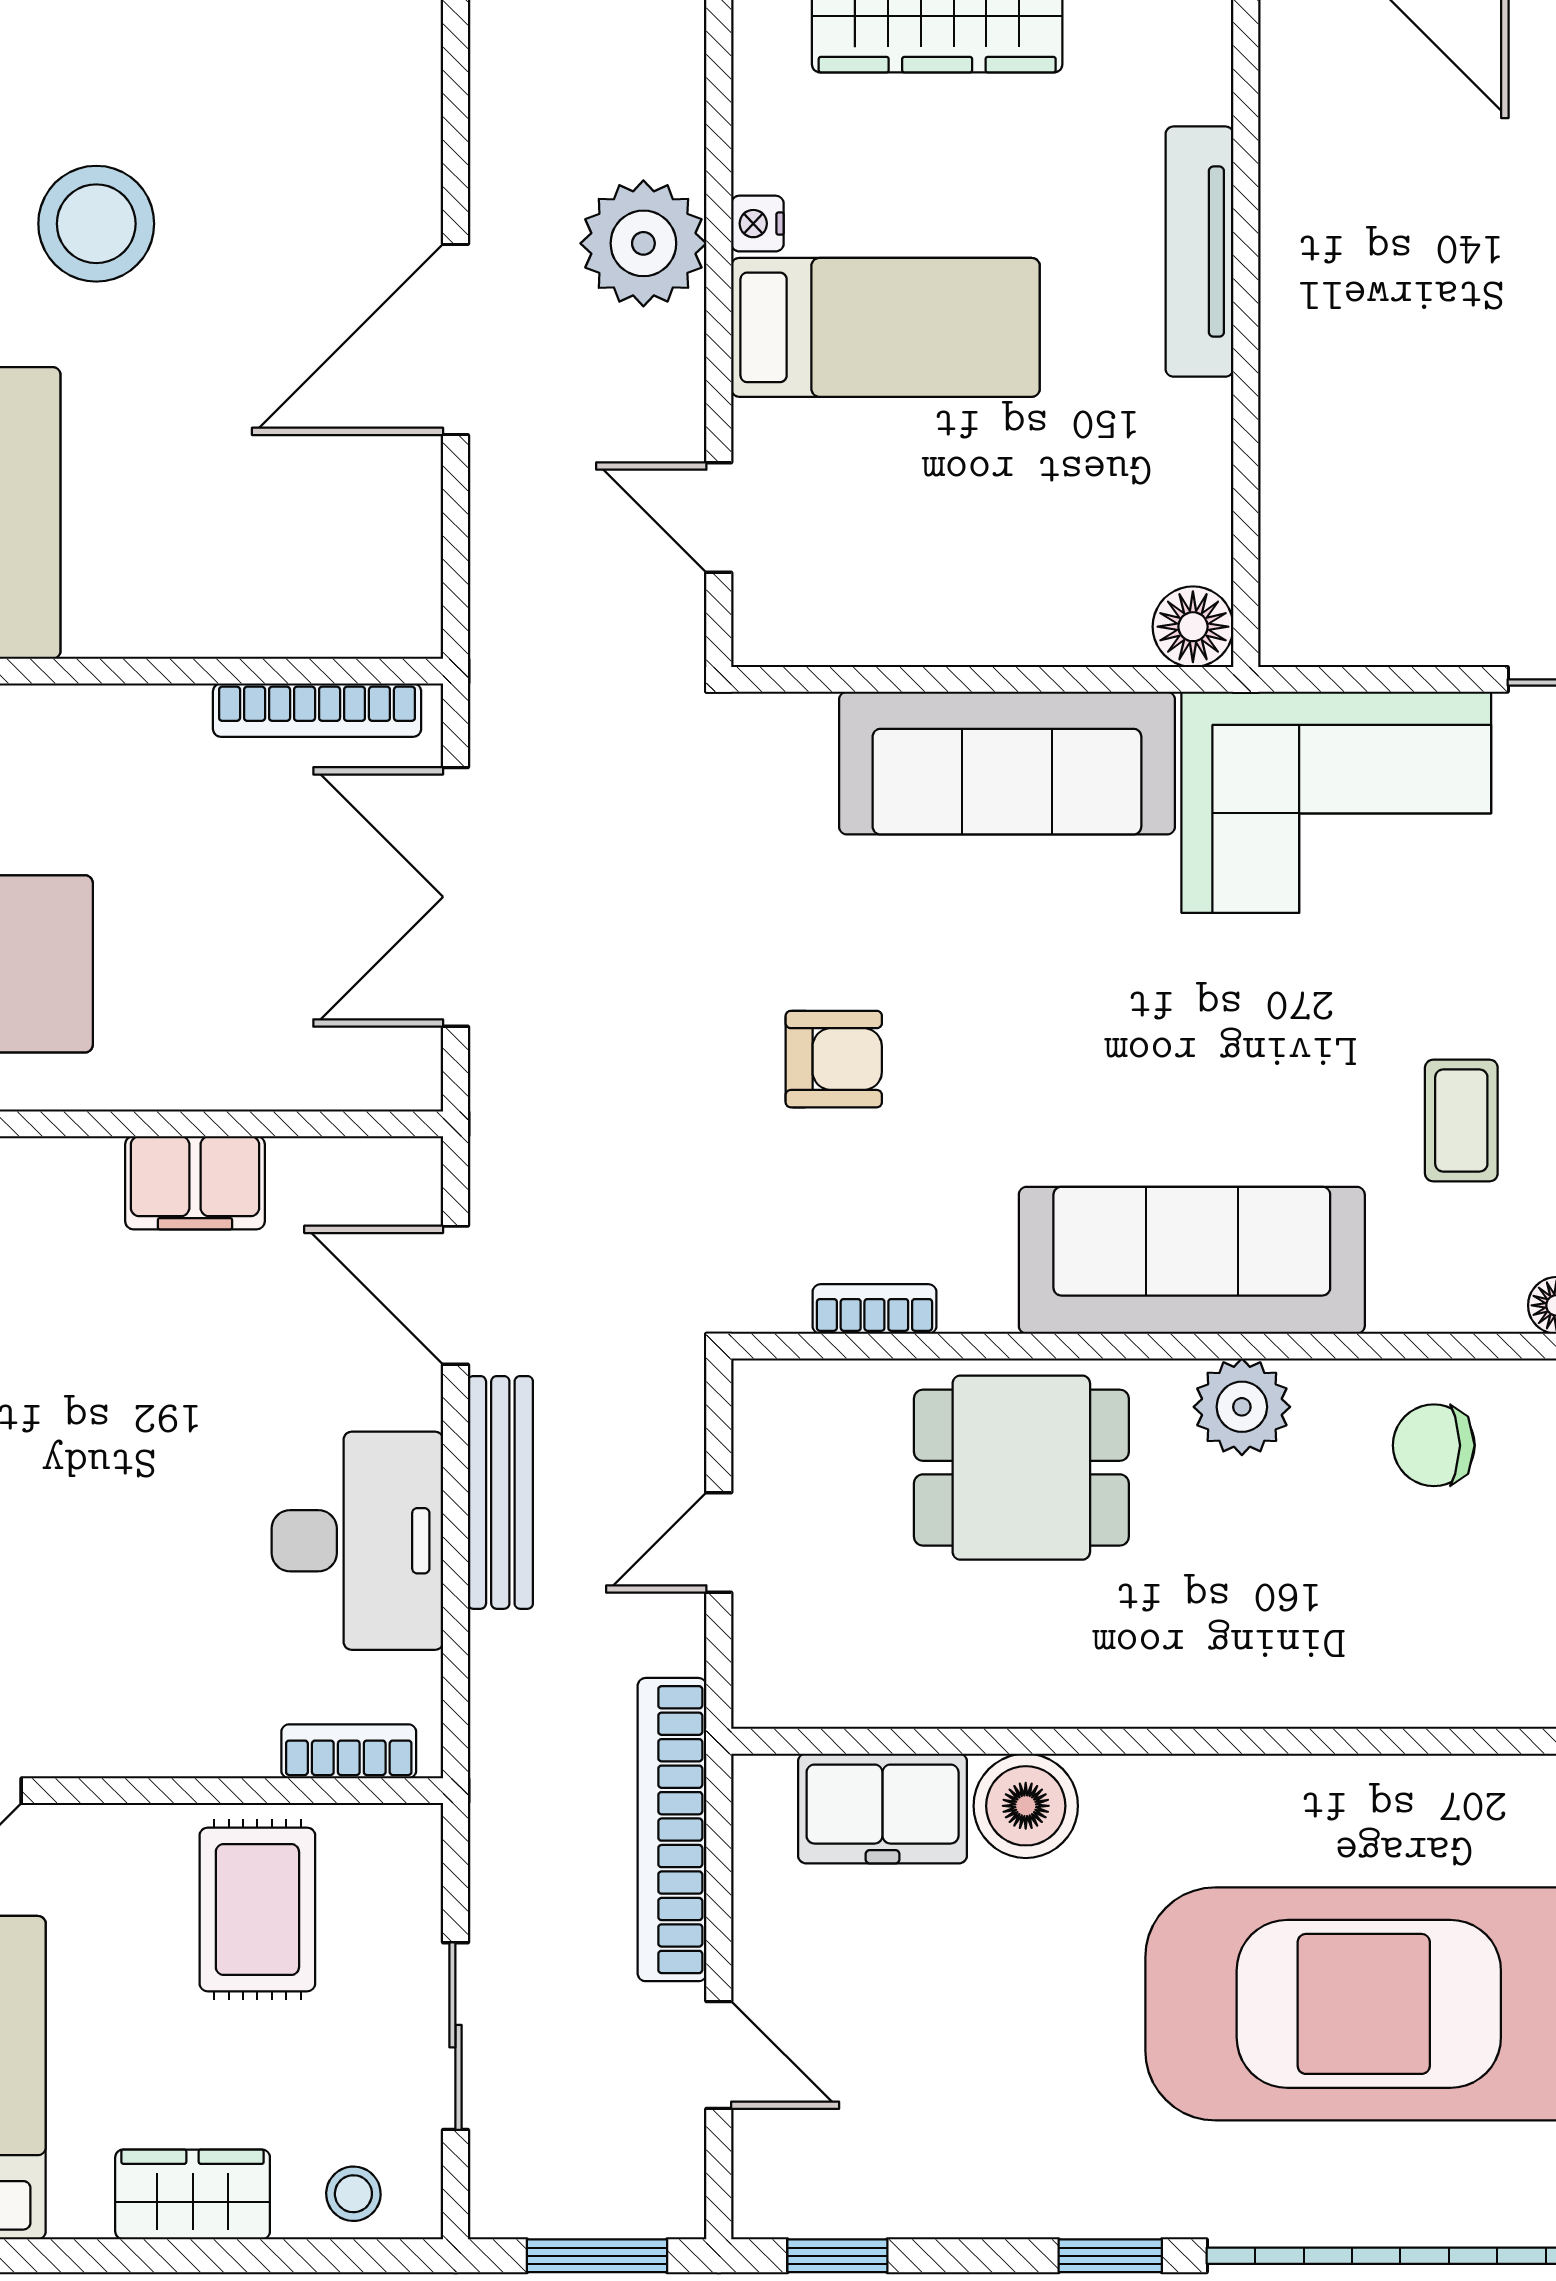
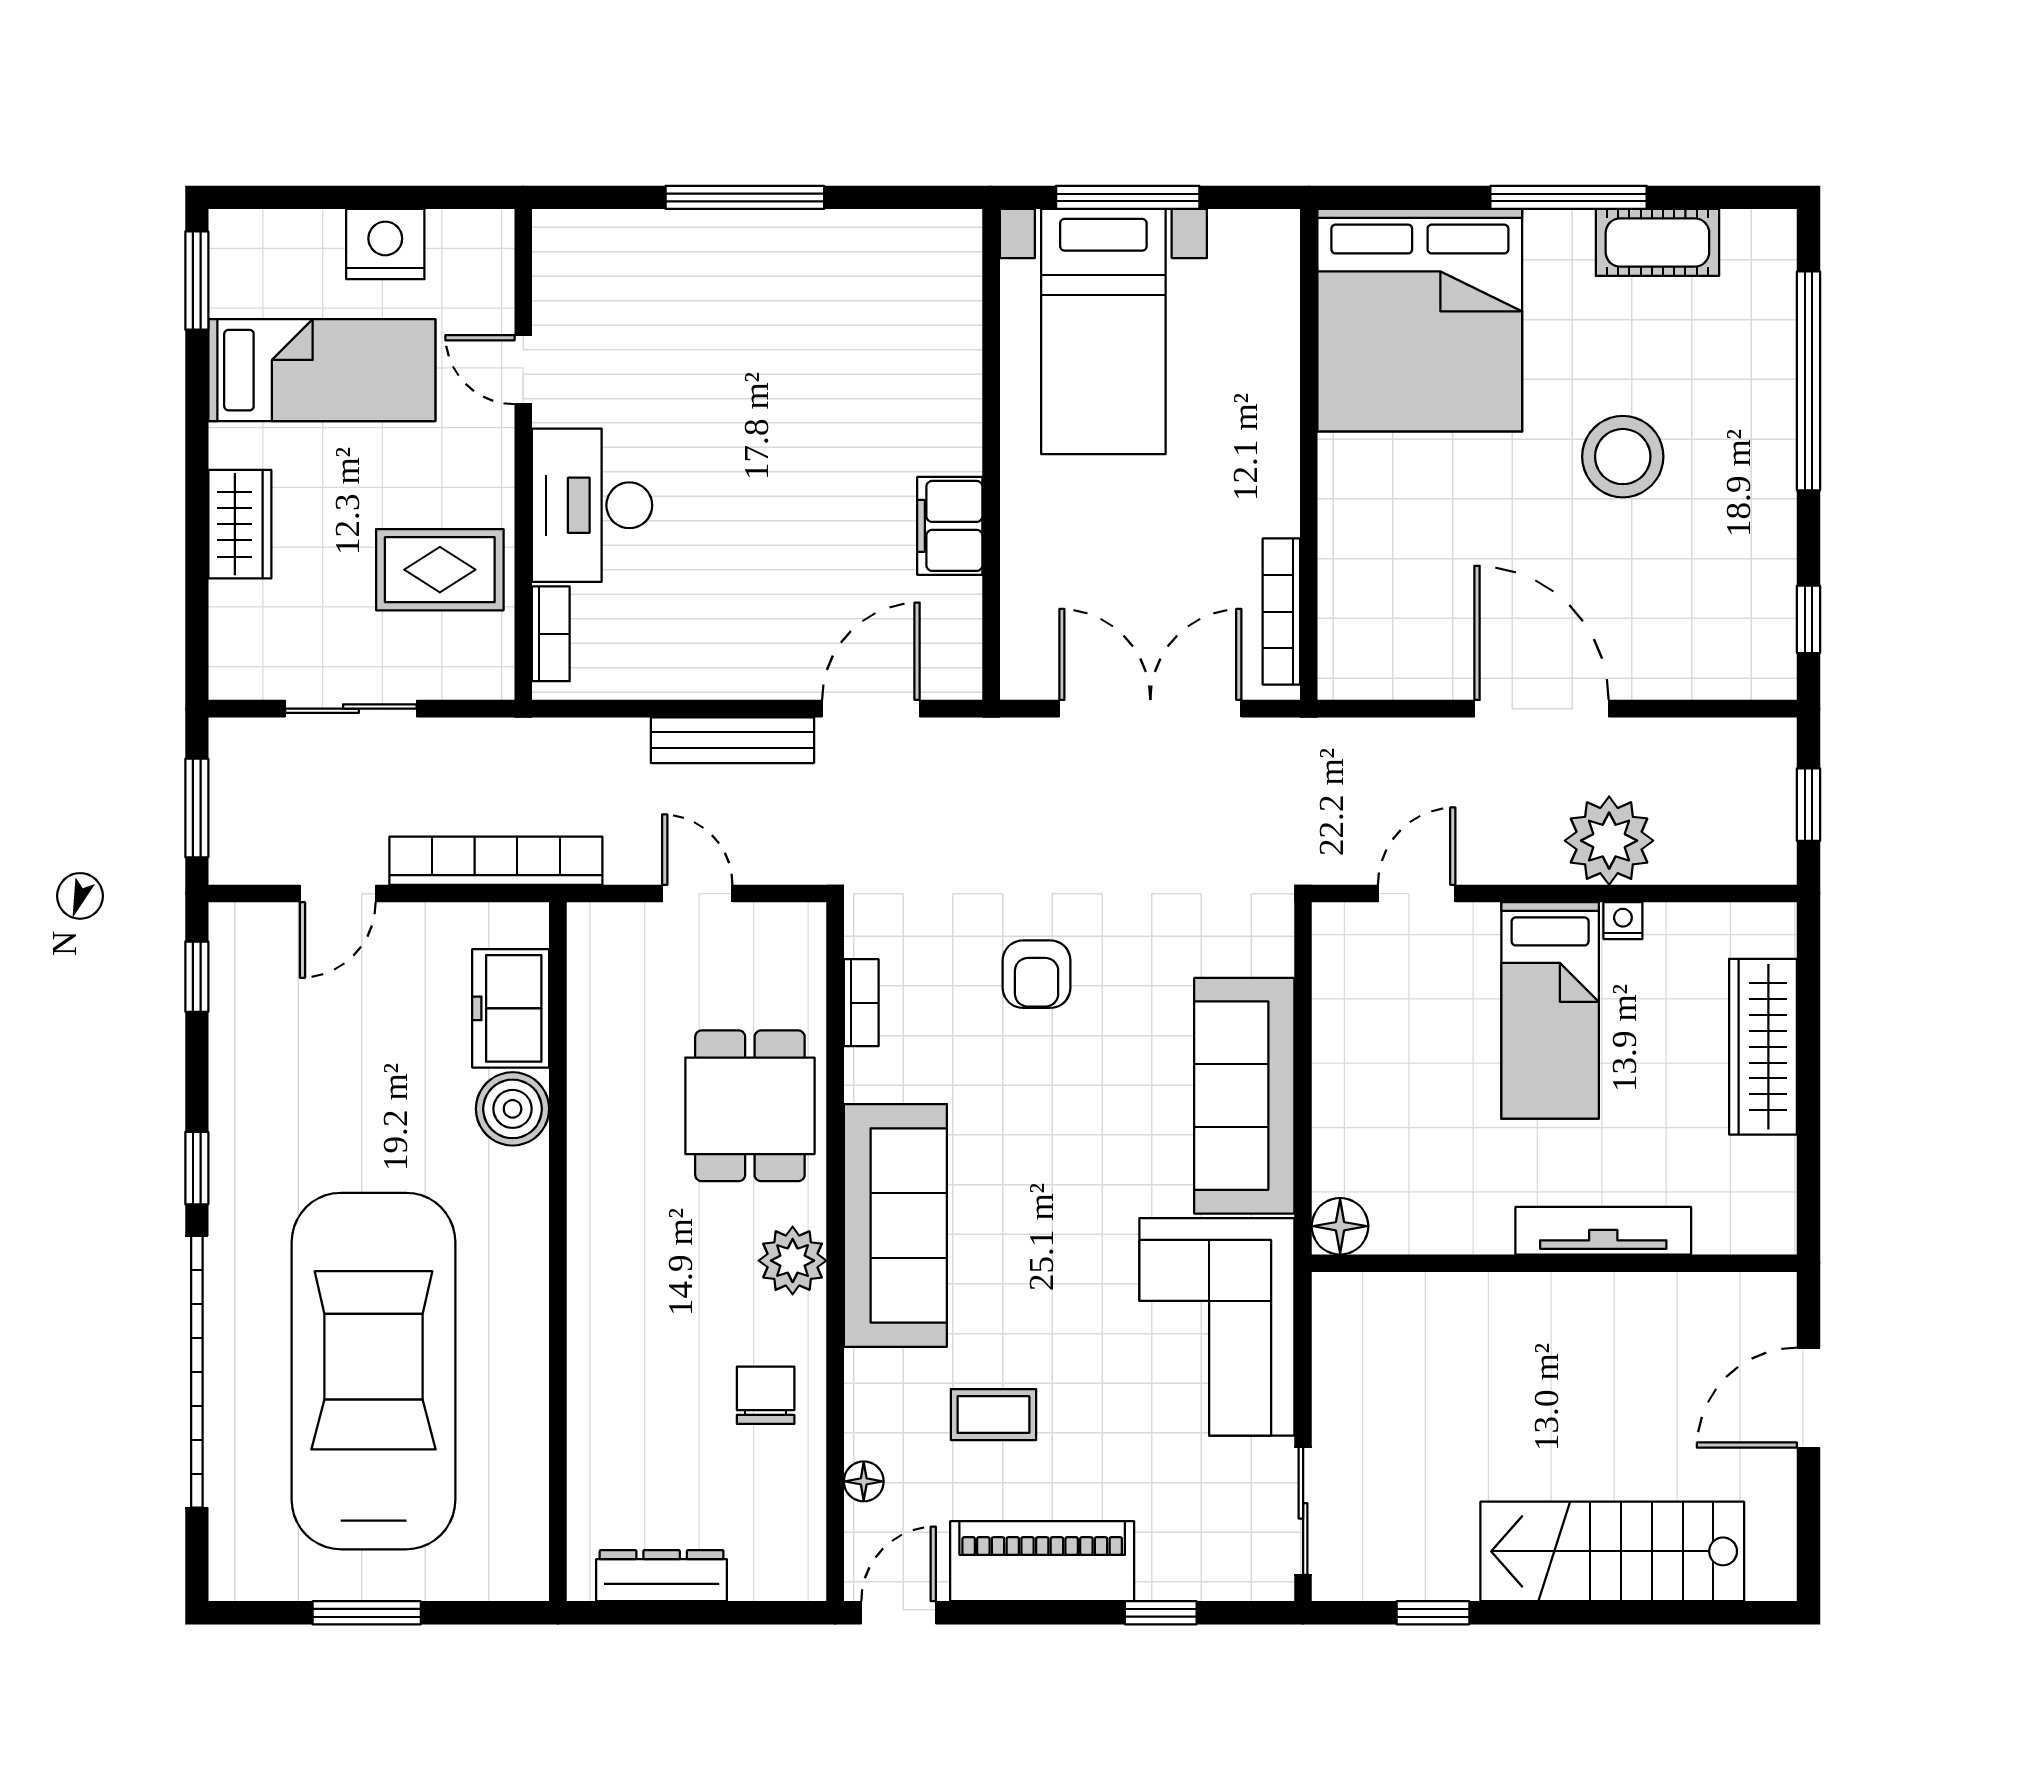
desk: (357, 1541) -> (592, 505), moved, turned 90
stool: (353, 2194) -> (240, 637), removed

